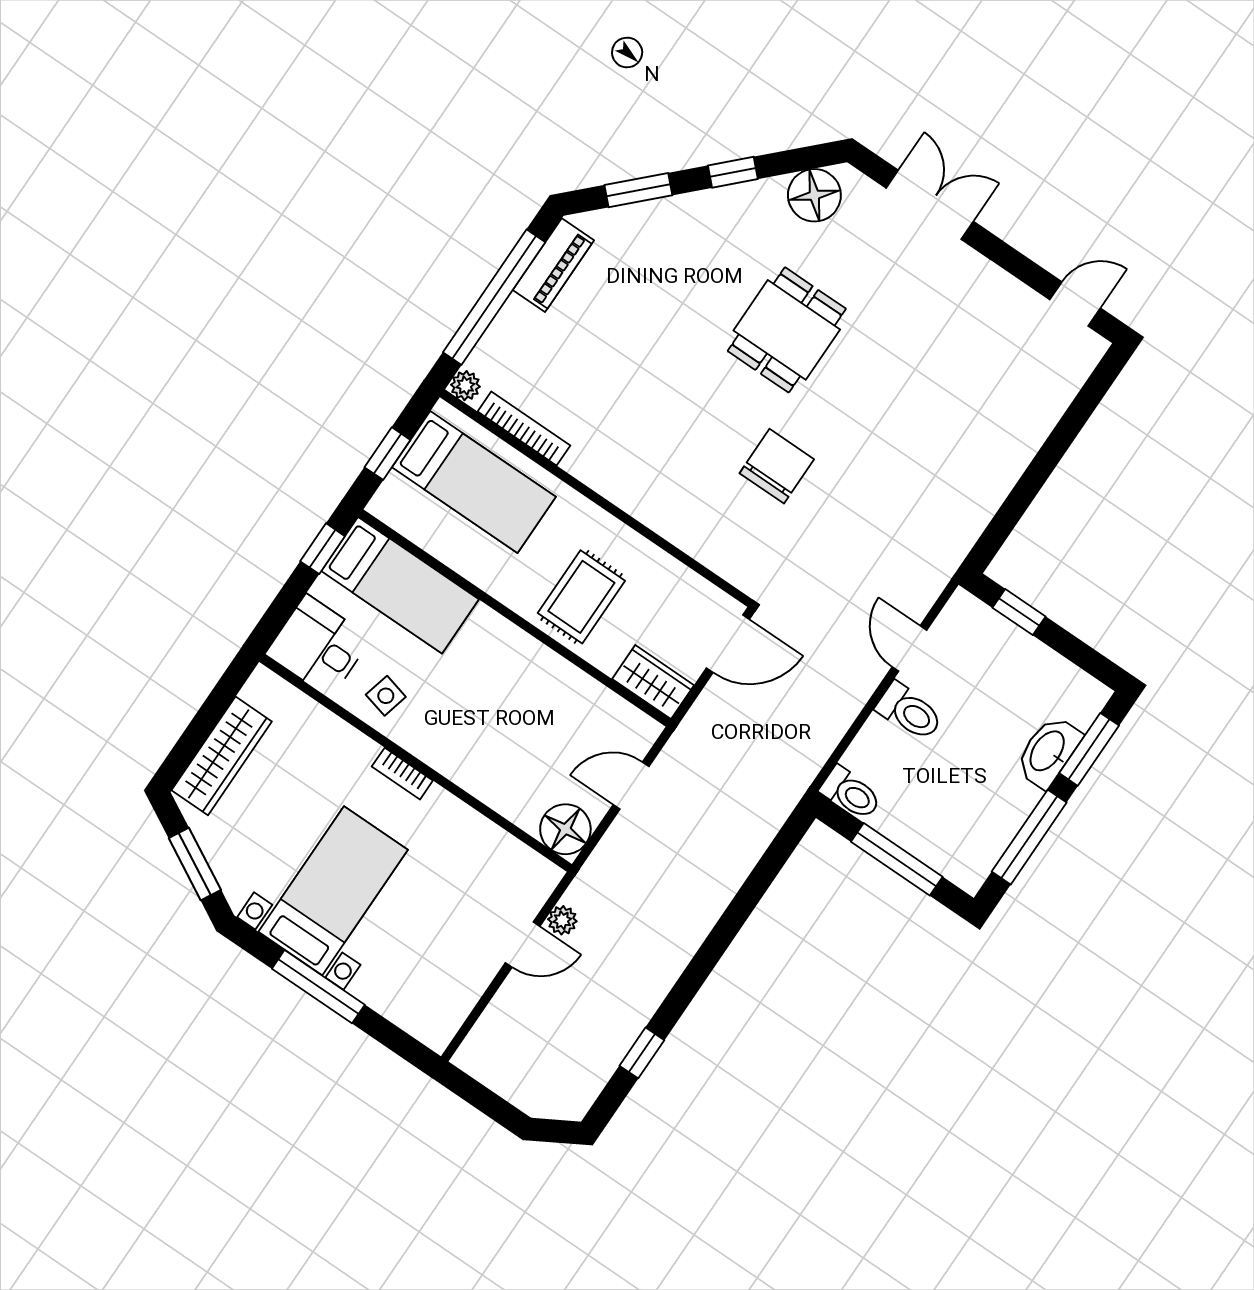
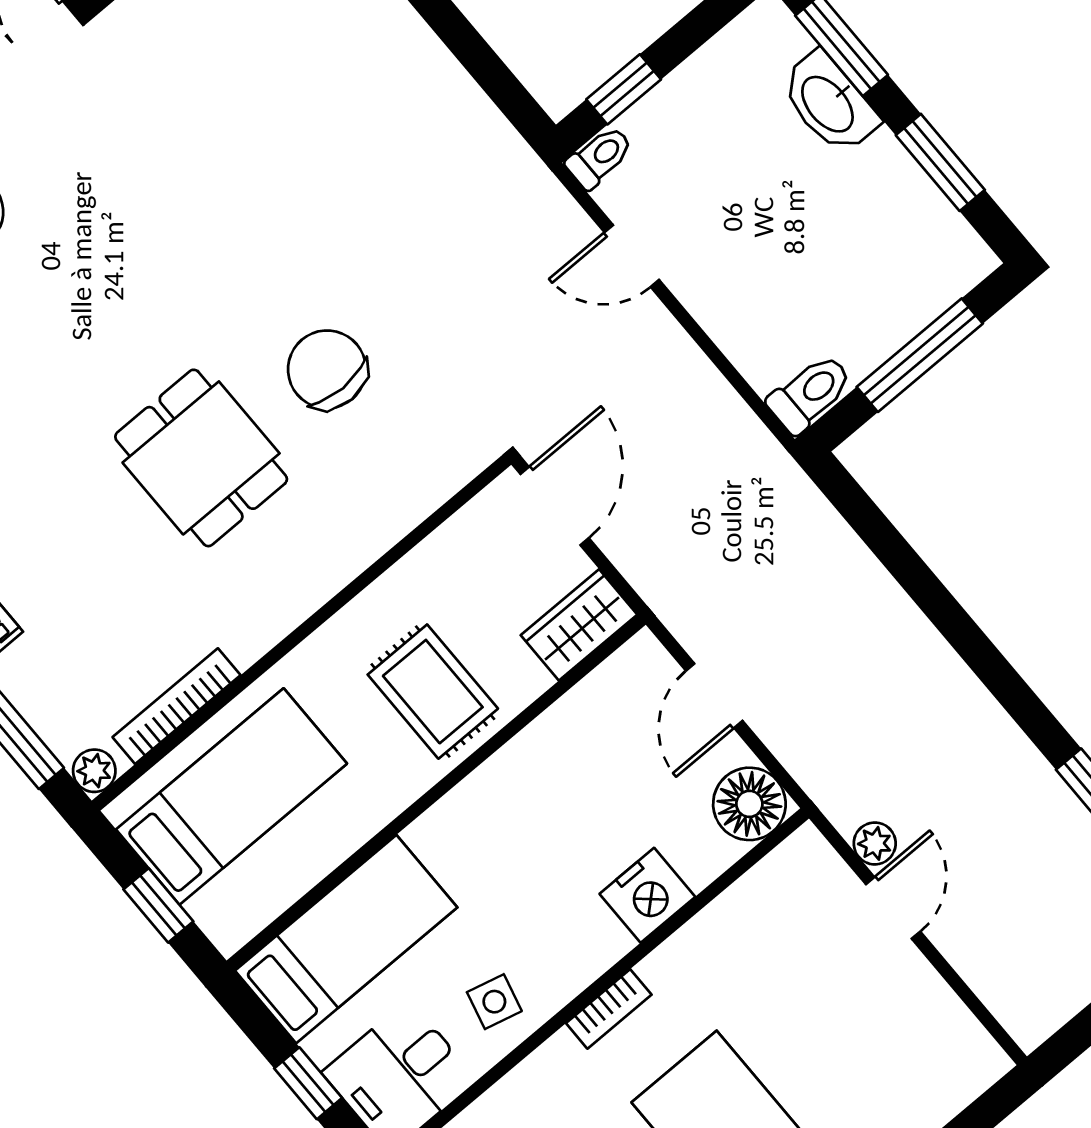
dining table: (787, 330) -> (201, 458), moved
window: (323, 549) -> (308, 1083), moved
toilet: (909, 712) -> (600, 157), moved, width x0.73, depth x0.72
nightstand: (485, 778) -> (647, 895), added
window: (1029, 837) -> (940, 162), width x0.69

